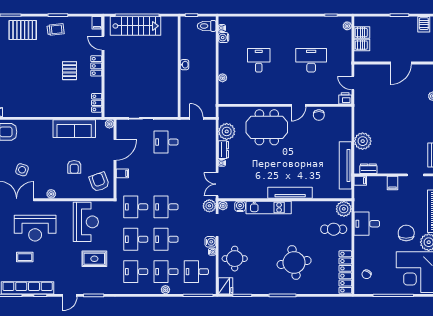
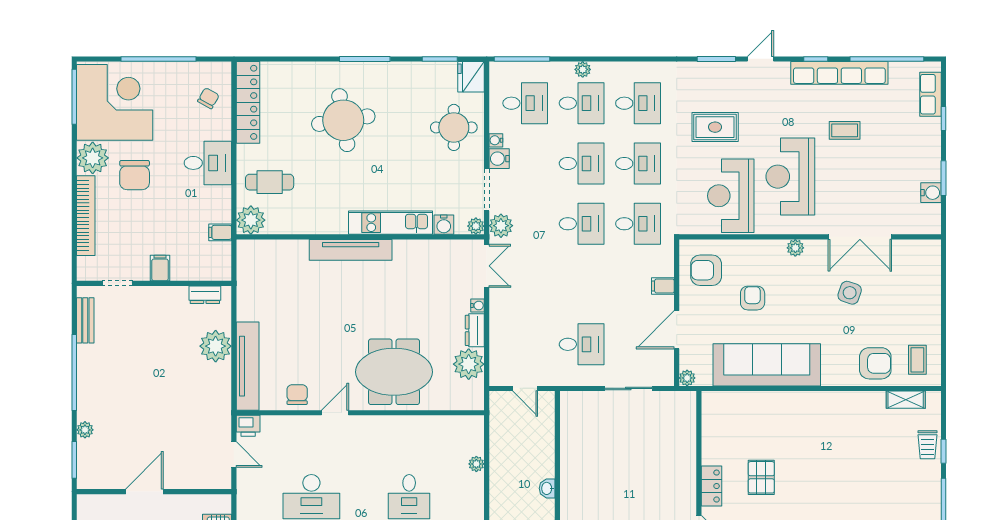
locker: (97, 103) -> (711, 417), removed
sofa: (74, 129) -> (767, 365), width x1.36, depth x1.27
tv unit: (345, 165) -> (248, 366), moved
filing cabinet: (360, 181) -> (220, 232), moved
armchair: (99, 182) -> (706, 270), turned 110
desk: (367, 224) -> (208, 163), moved
reception desk: (35, 228) -> (790, 177), moved, turned -90

